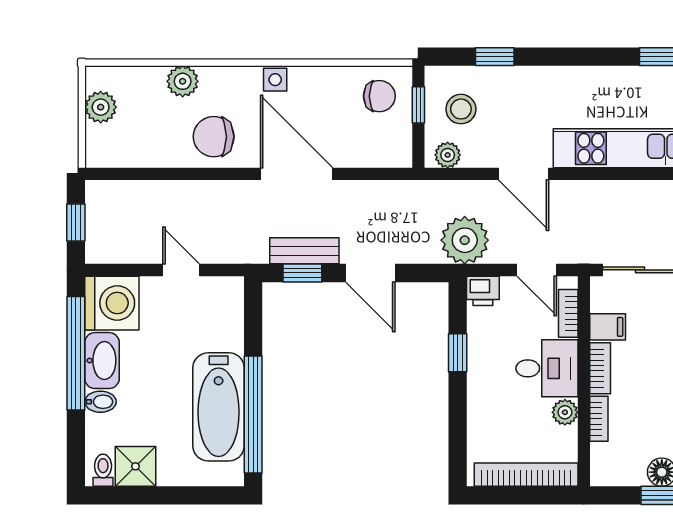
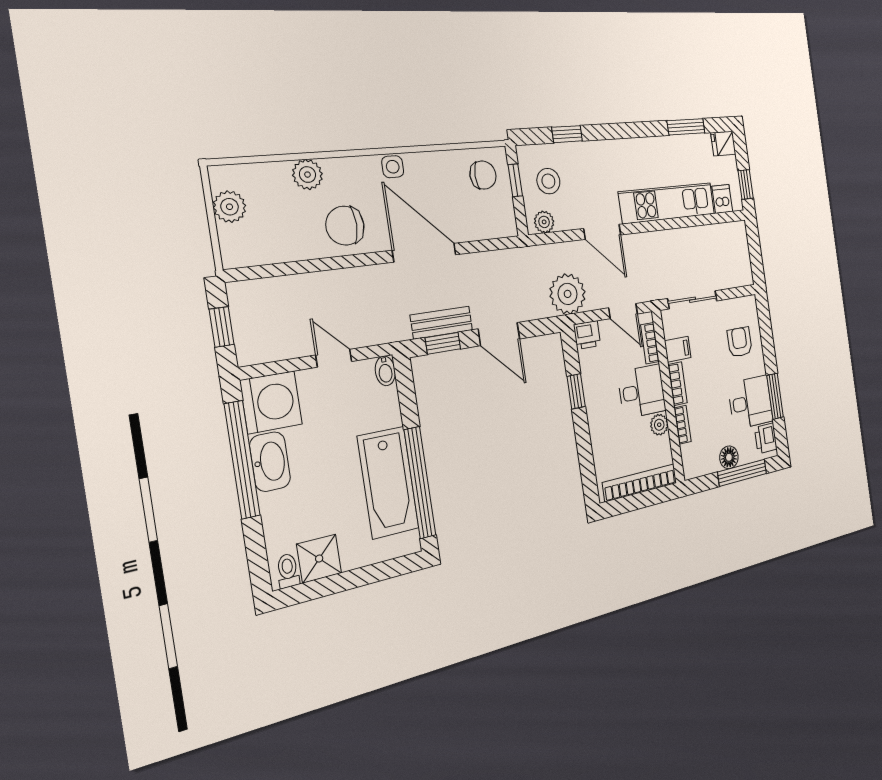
bidet: (100, 402) -> (385, 371), moved, turned 90

